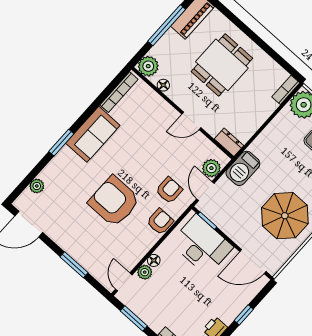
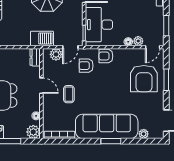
sofa: (93, 134) -> (107, 126), width x1.85, depth x1.27
coffee table: (155, 143) -> (69, 94), added
armchair: (114, 201) -> (144, 79), moved

